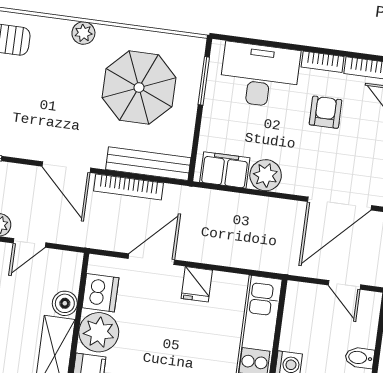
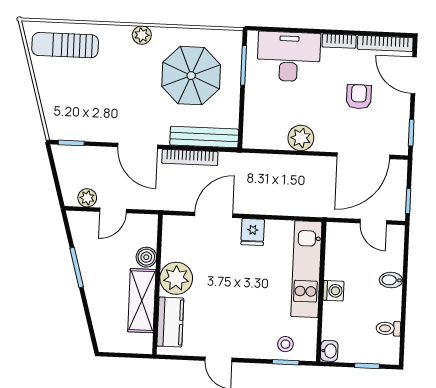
armchair: (325, 112) -> (359, 97), moved
filing cabinet: (225, 170) -> (267, 137), removed
dishwasher: (100, 293) -> (175, 246), removed

